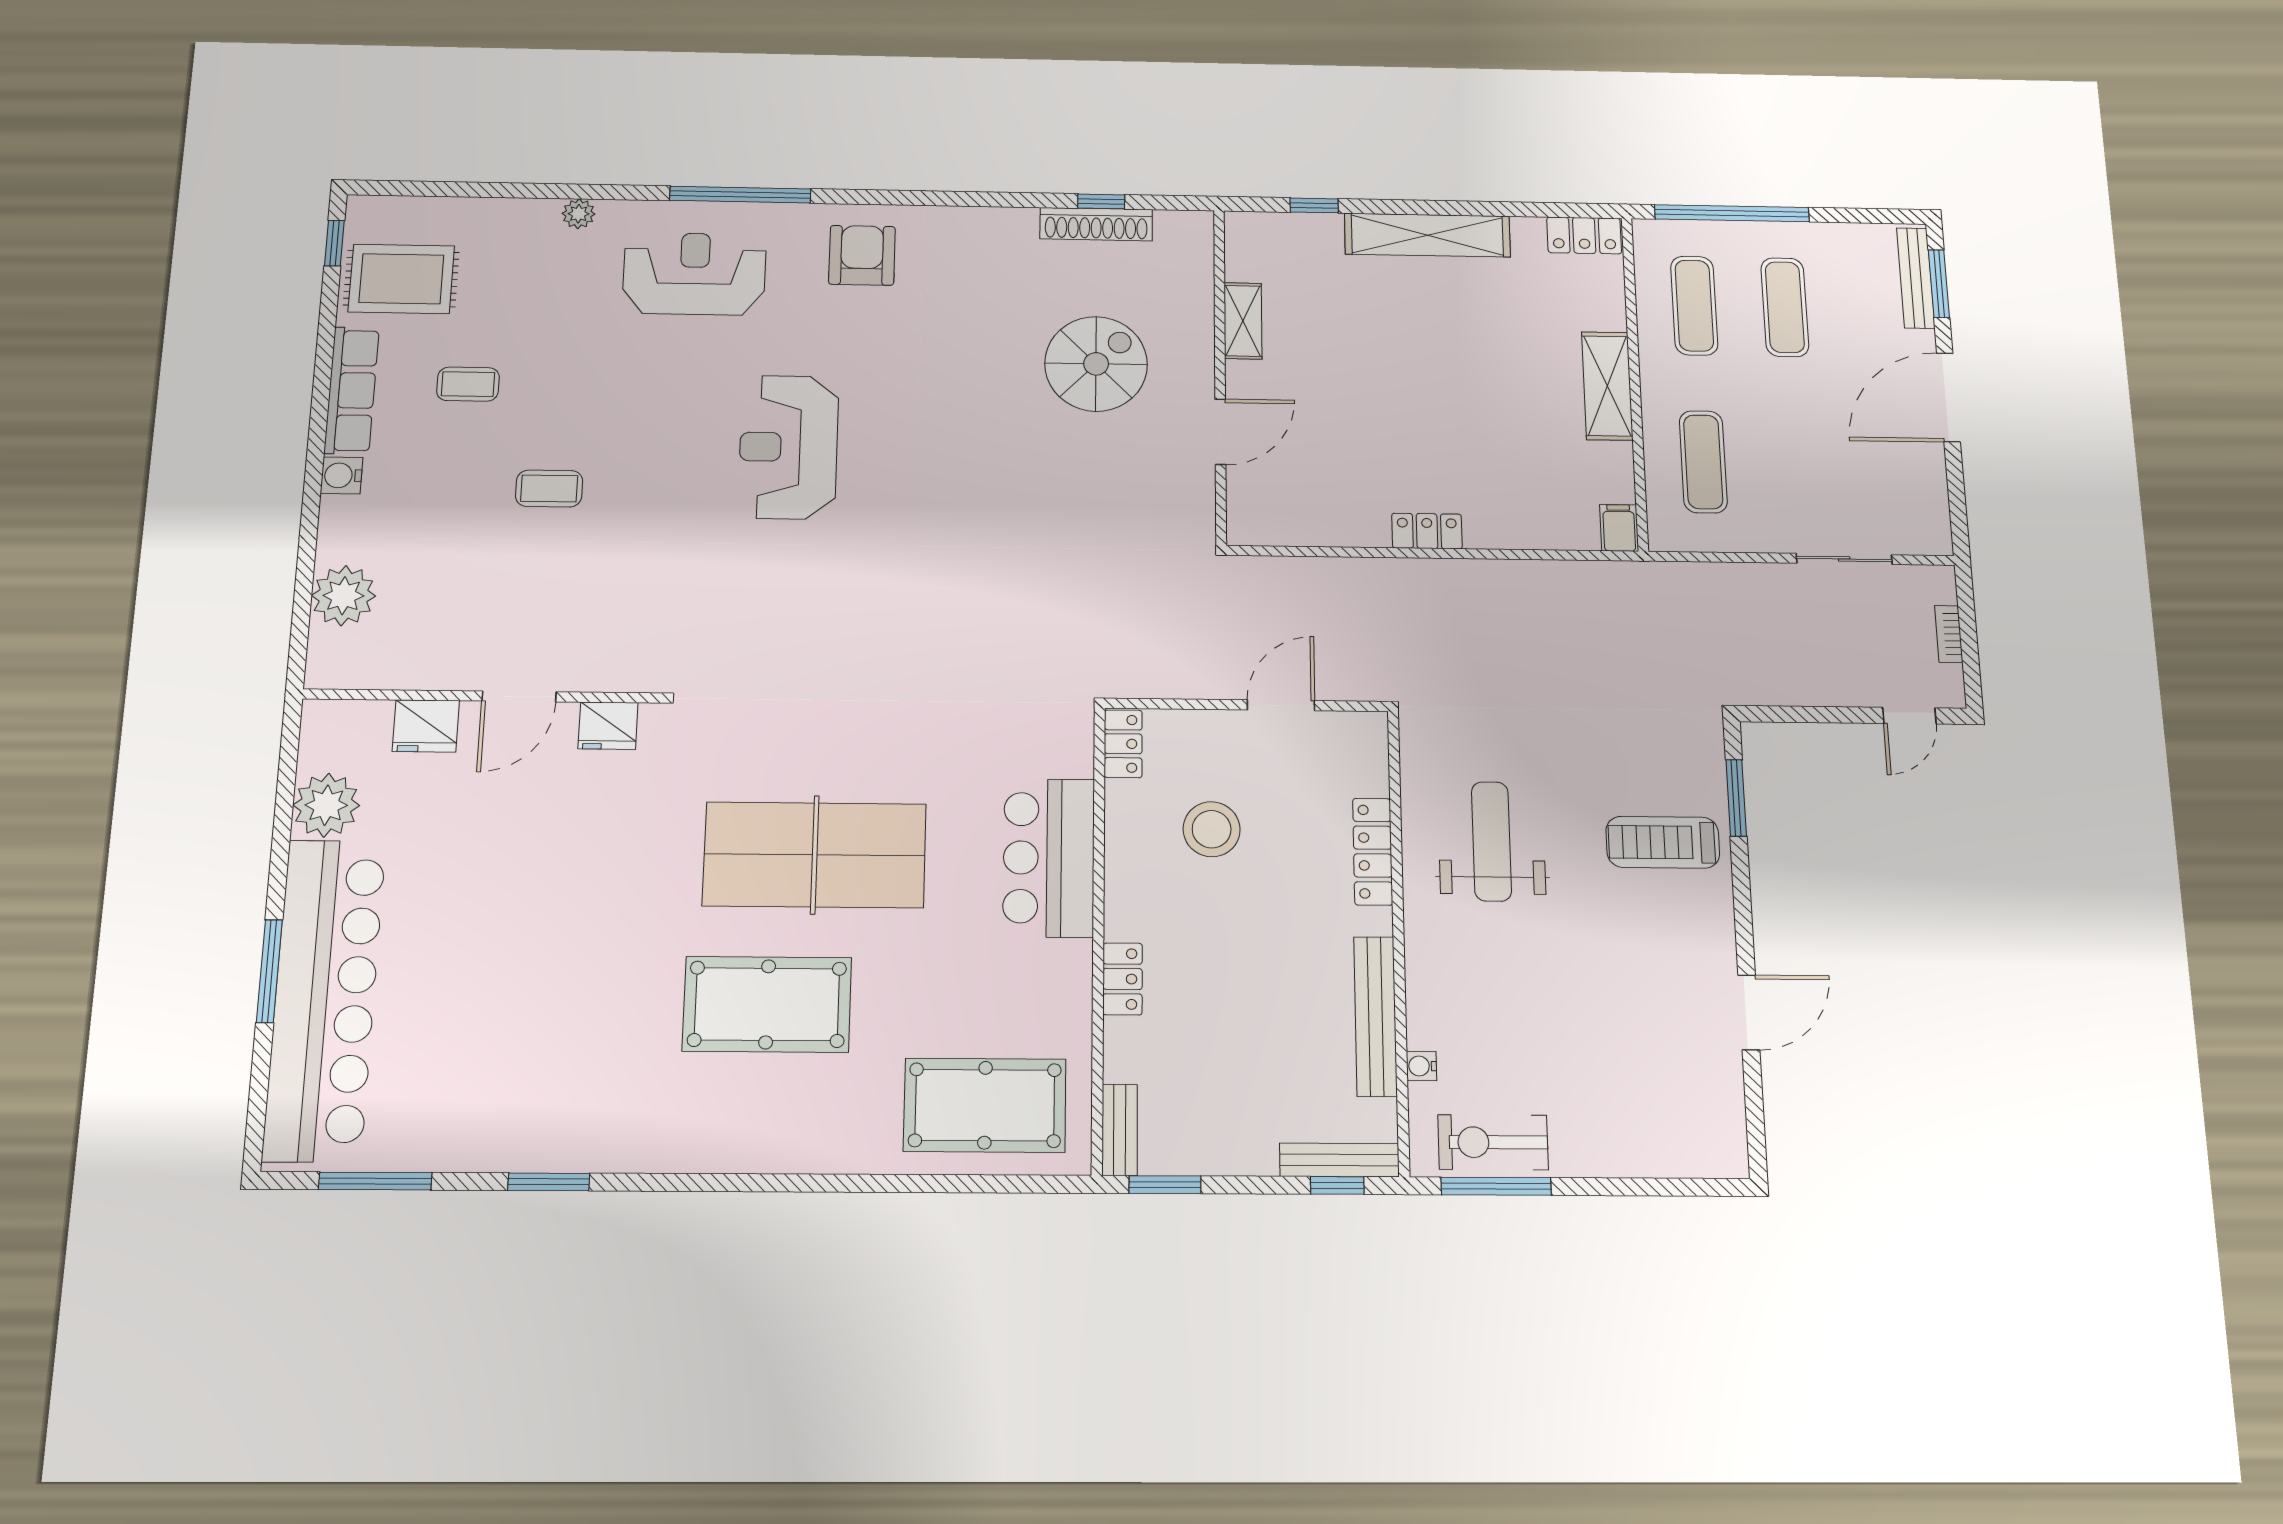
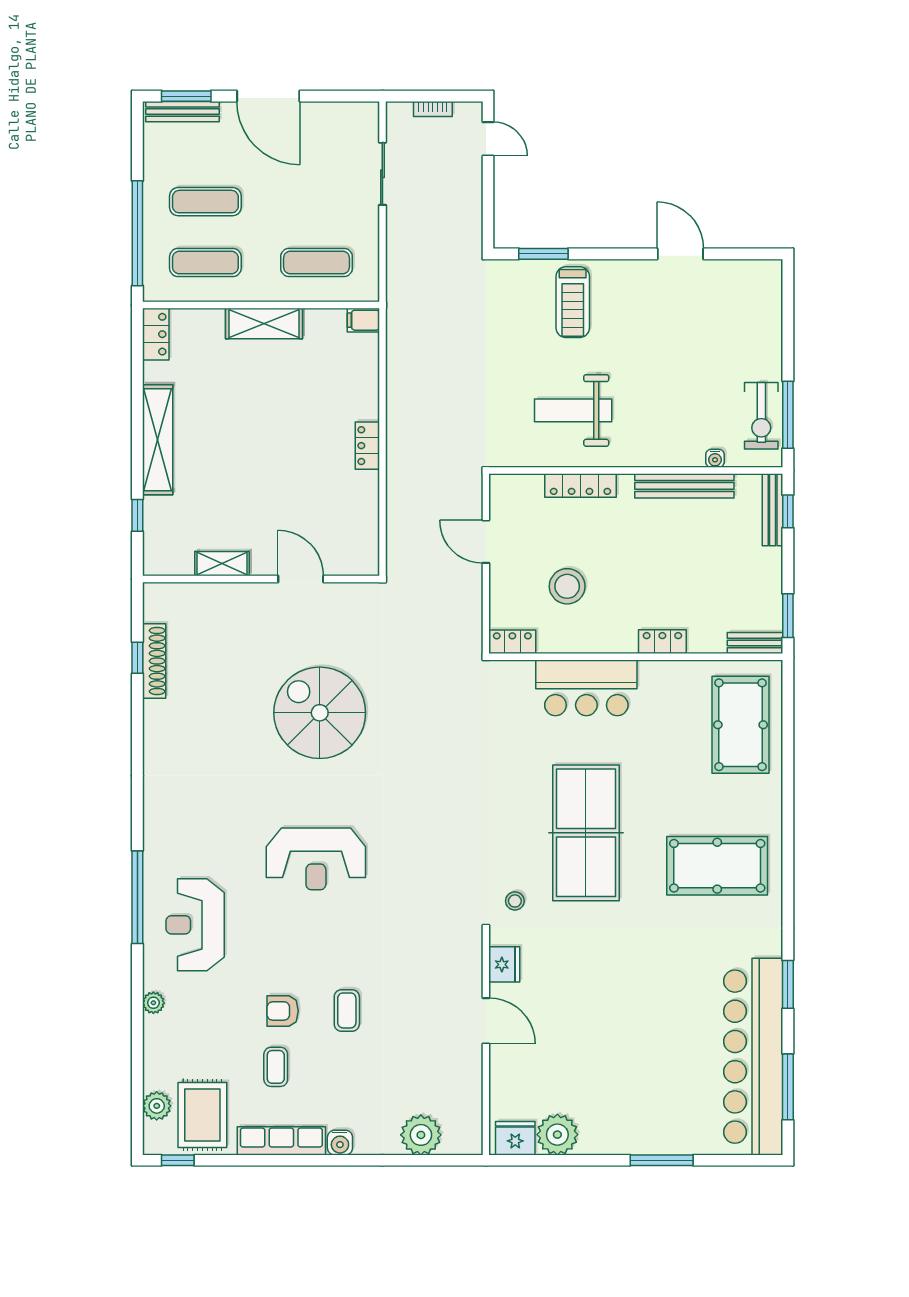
plant: (420, 215) -> (157, 1106), added
armchair: (862, 255) -> (283, 1011), moved, width x0.72, depth x0.72
spiral stairs: (1096, 364) -> (320, 713), moved, width x1.37, depth x1.37
fridge: (426, 726) -> (515, 1138), moved, turned -90
stool: (709, 743) -> (515, 901), added
bar counter: (325, 999) -> (753, 1057), moved, turned -90
pool table: (767, 1004) -> (717, 866), moved, turned 90

